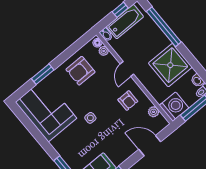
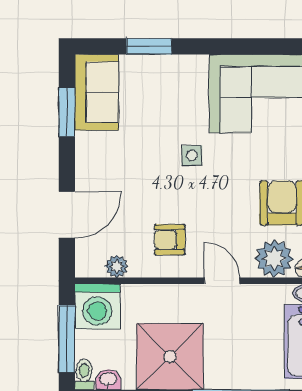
plant: (104, 51) -> (274, 259), width x1.87, depth x1.87

